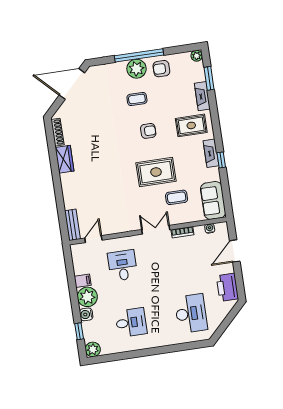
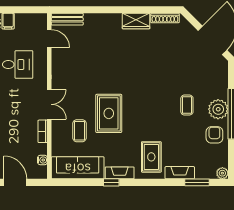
armchair: (148, 131) -> (152, 112), removed
sofa: (213, 200) -> (78, 168), width x1.36

